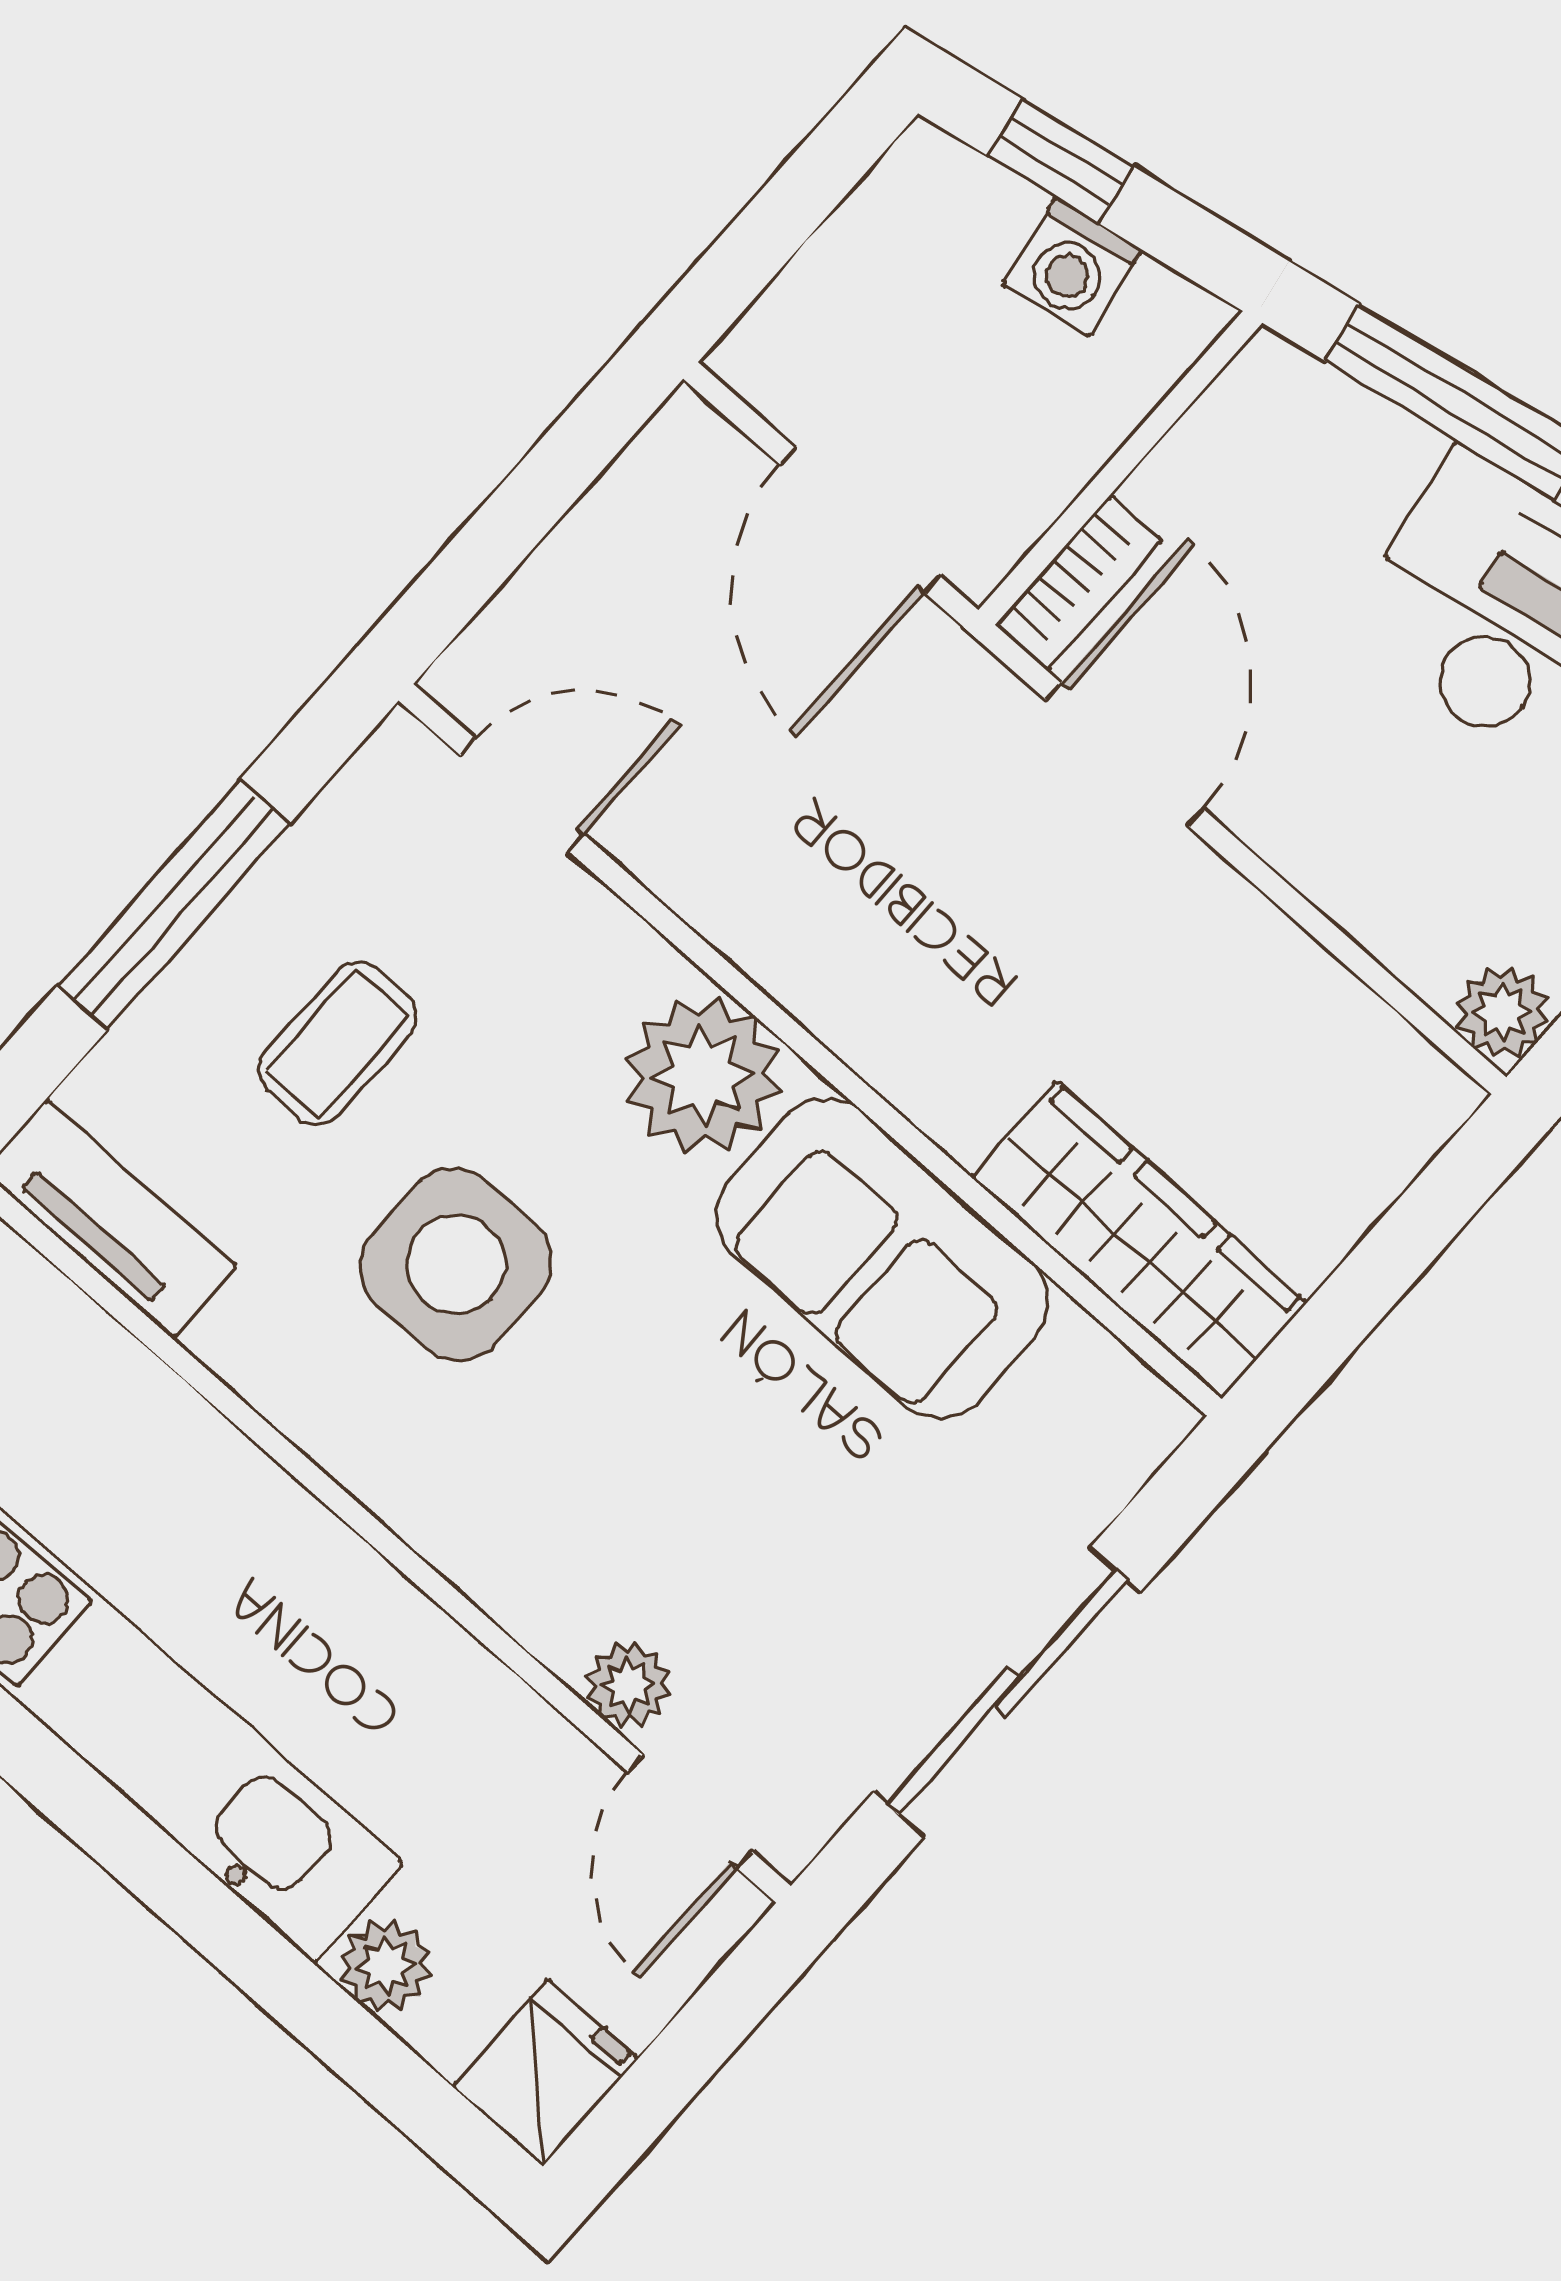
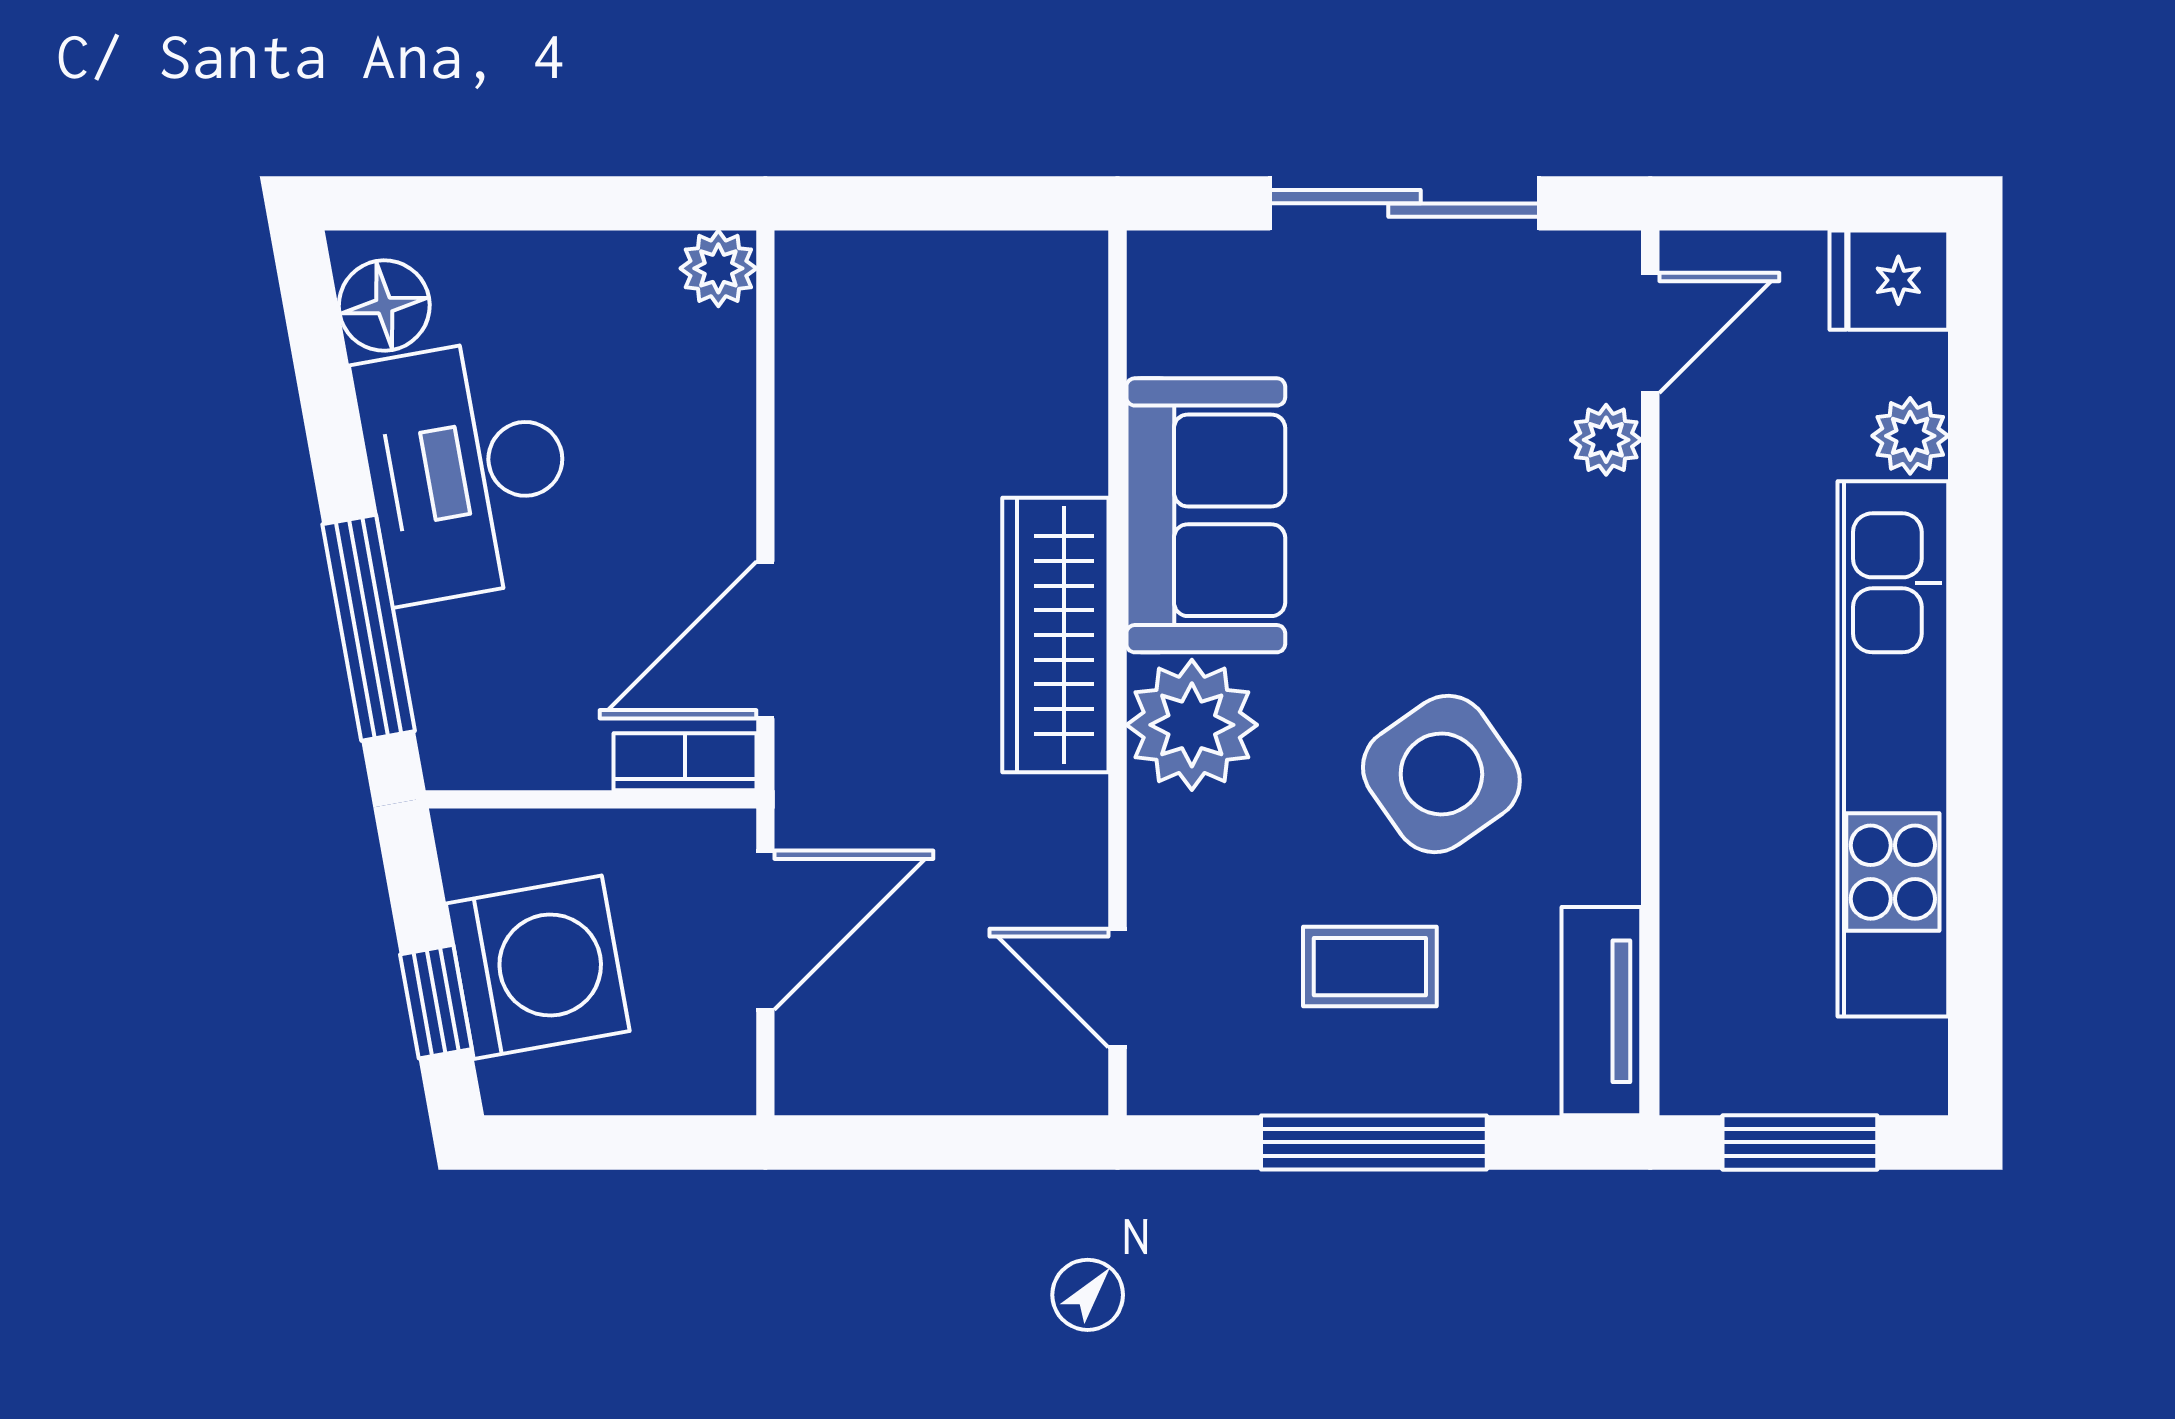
washing machine: (1072, 267) -> (538, 967), width x1.89, depth x1.89
wardrobe: (1139, 1240) -> (1055, 635), moved
side table: (456, 1264) -> (1441, 774), turned -35

